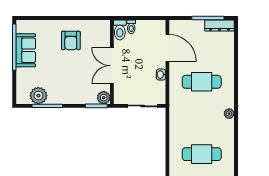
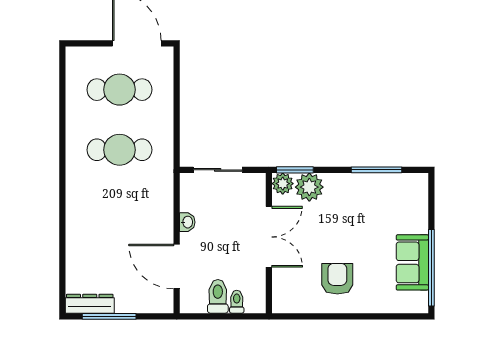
toilet: (120, 30) -> (218, 296), moved
cafe table: (202, 82) -> (119, 150), moved
plant: (38, 96) -> (309, 187), moved
plant: (229, 114) -> (74, 157), removed

